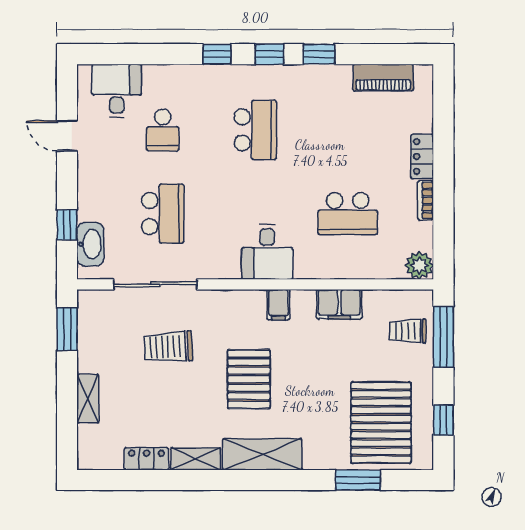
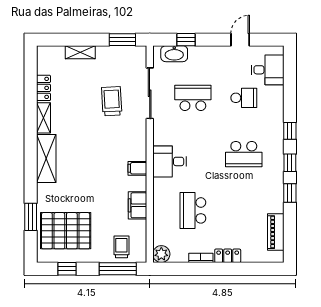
school desk: (163, 130) -> (244, 98), turned 180
school desk: (163, 214) -> (193, 98), turned 180
pallet: (249, 379) -> (92, 150), removed

